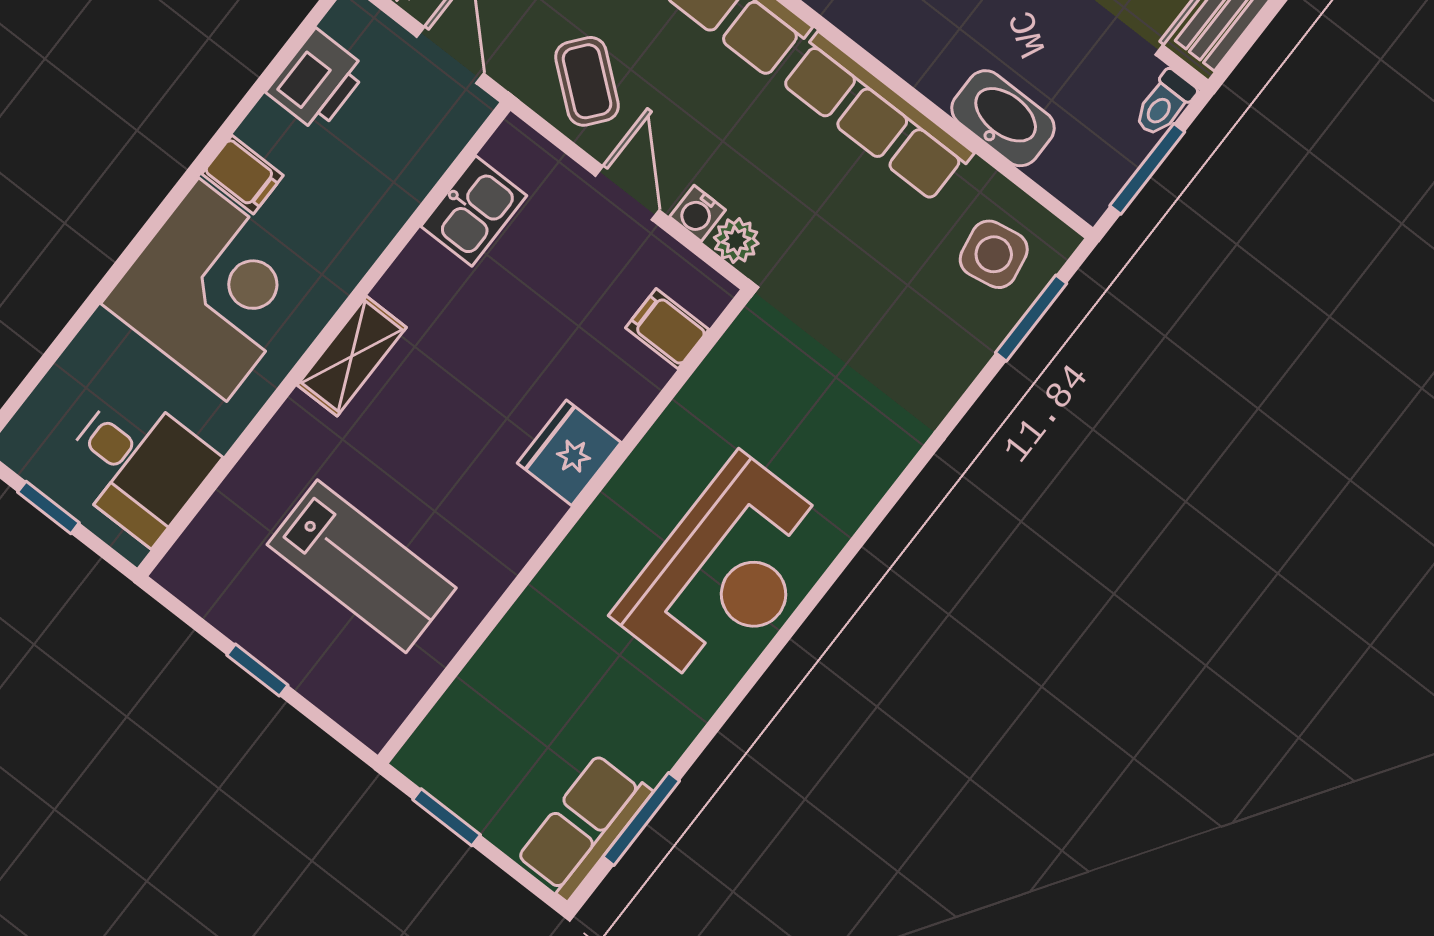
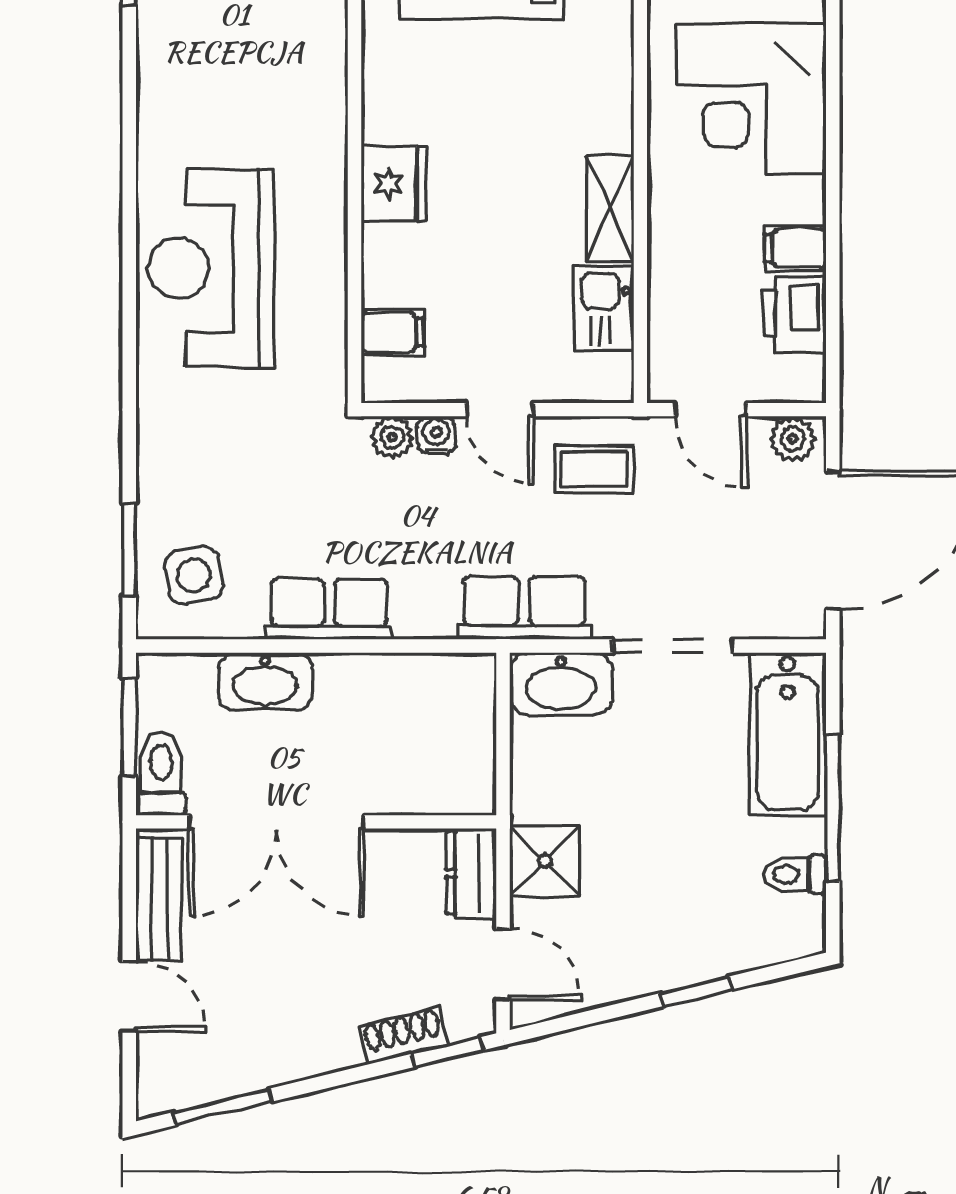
coffee table: (587, 81) -> (594, 469), turned -39
toilet: (1164, 104) -> (161, 774), width x1.37, depth x1.39
row of seats: (877, 117) -> (329, 609), width x0.68
filing cabinet: (243, 175) -> (795, 248), moved
shelving: (352, 356) -> (610, 209), moved
reception desk: (726, 573) -> (211, 268), moved

